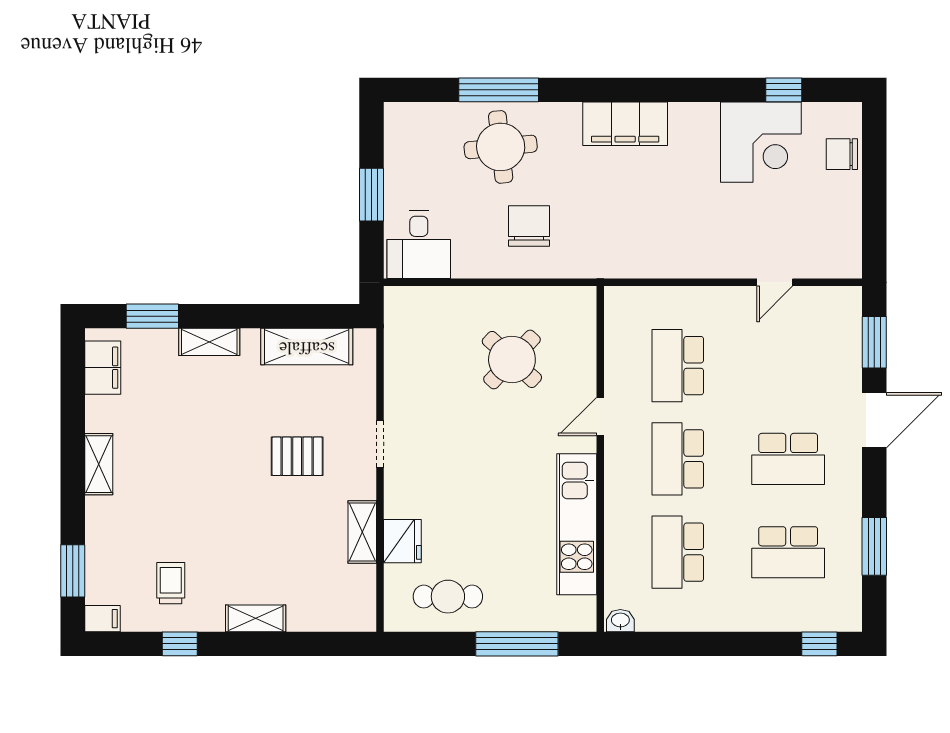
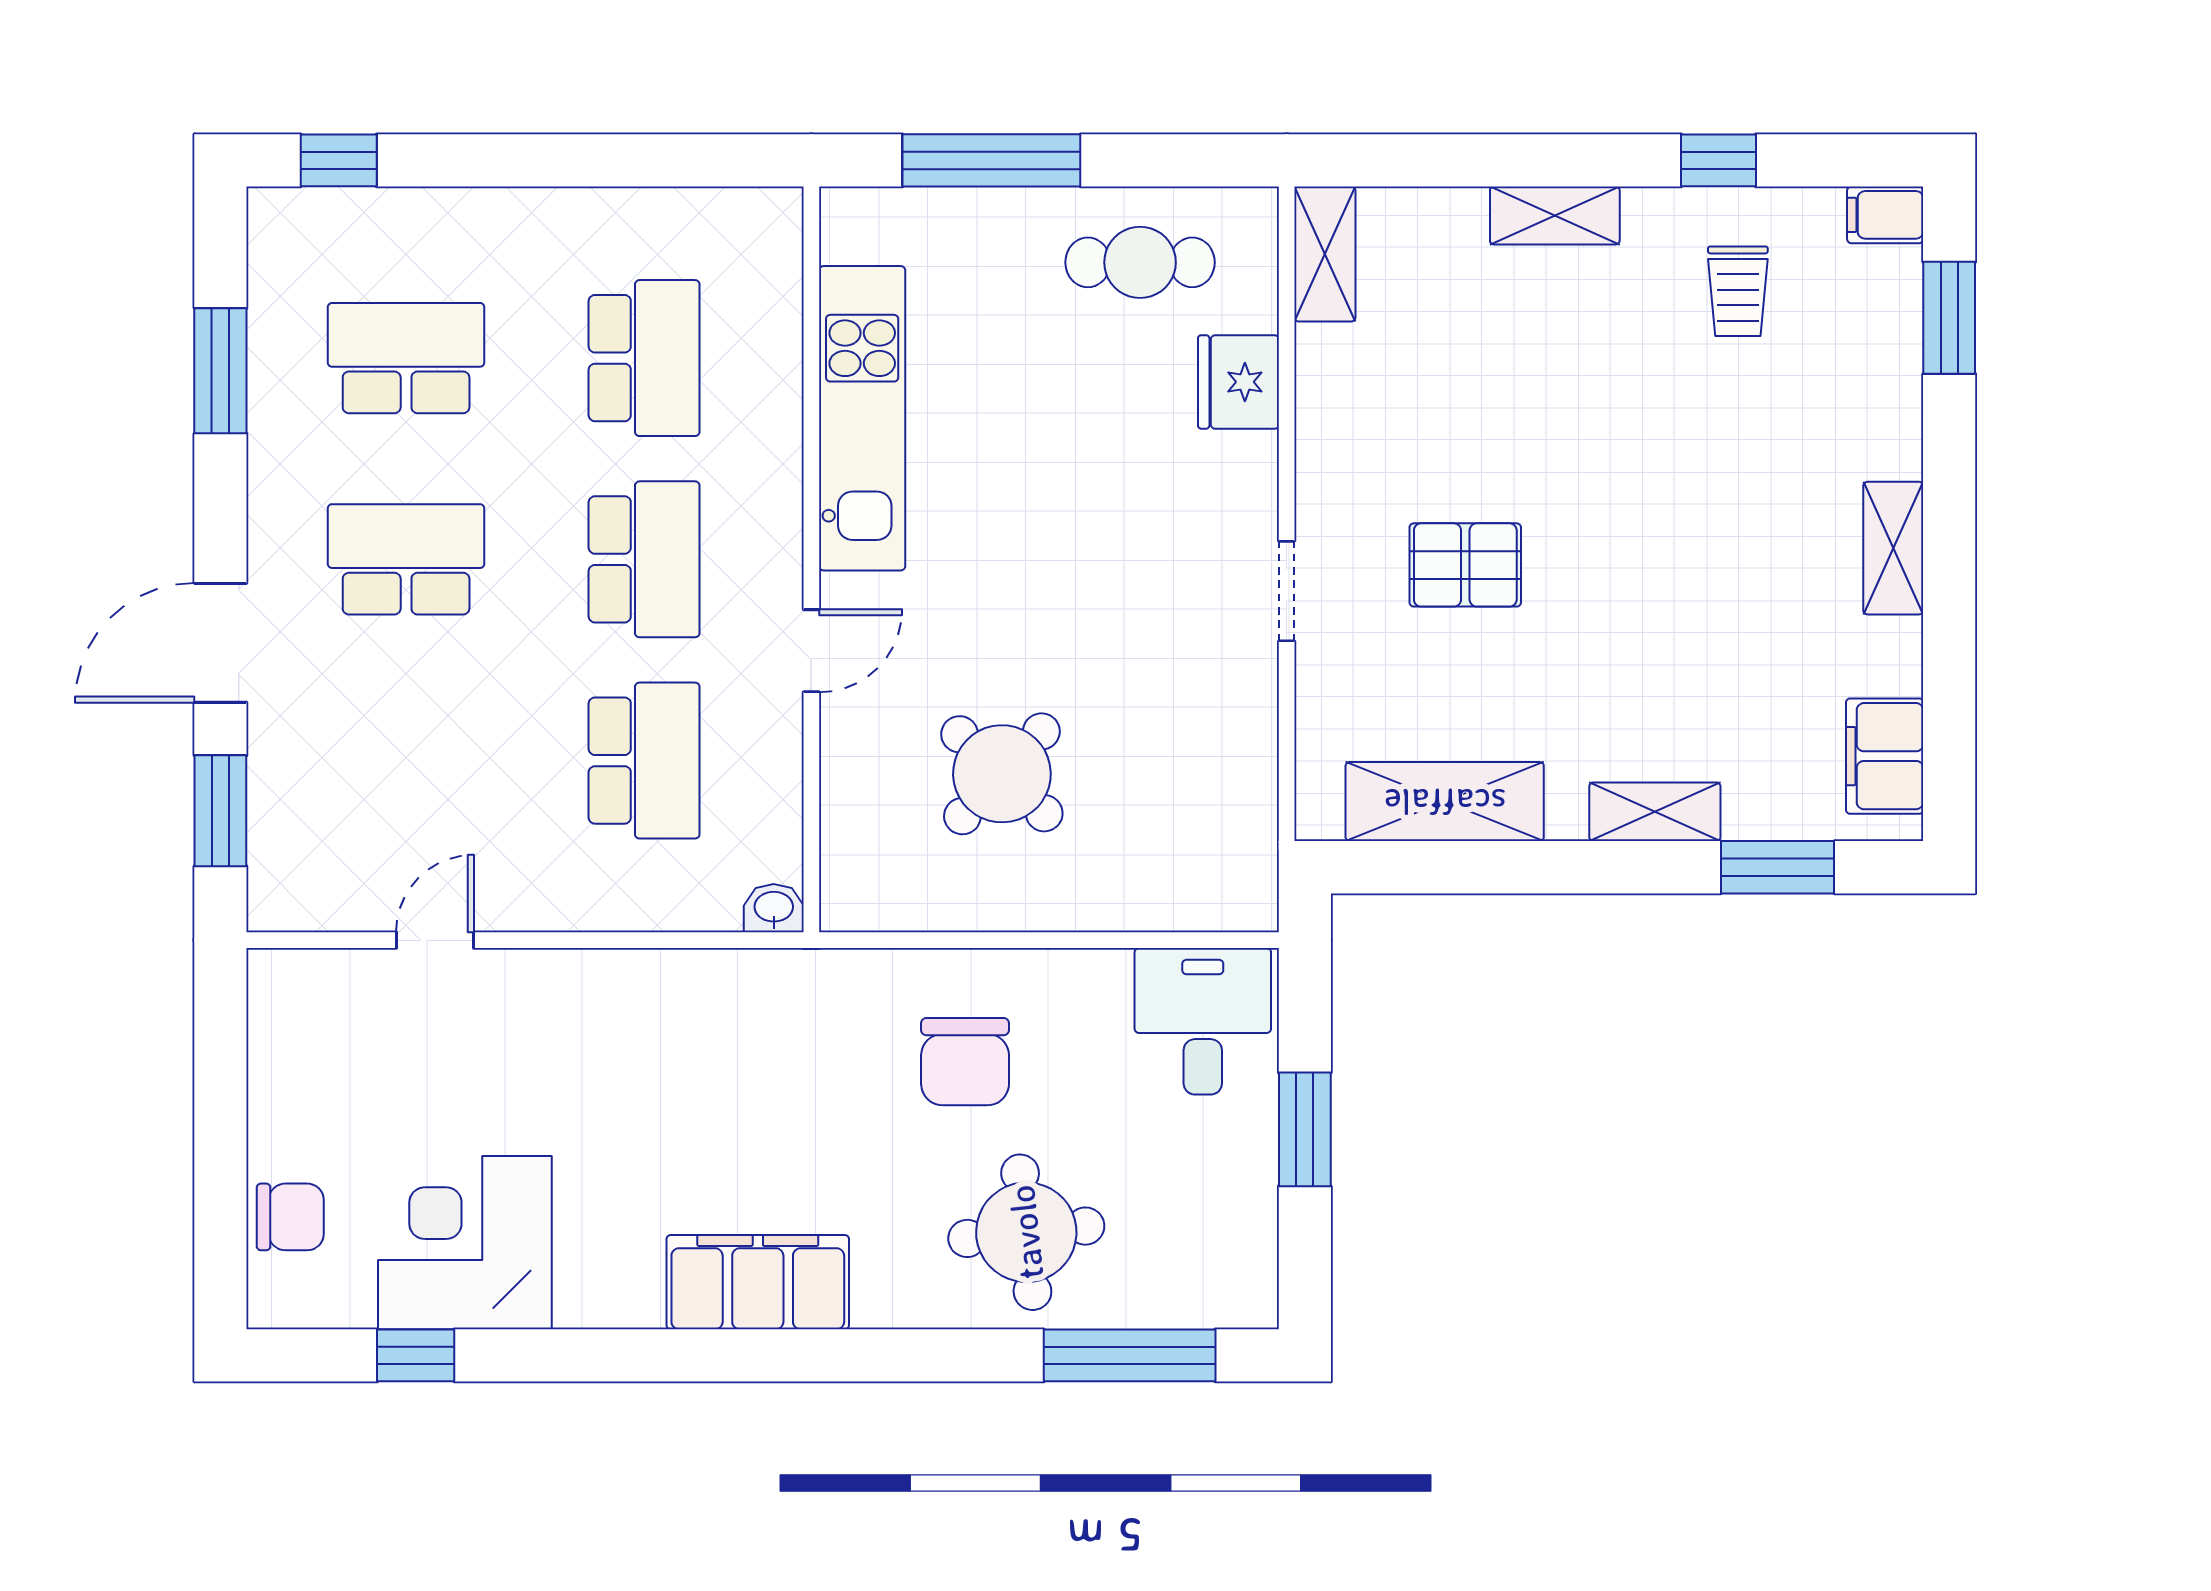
window: (499, 90) -> (1130, 1355), moved
shelving: (362, 532) -> (1325, 254), moved
washbasin: (620, 621) -> (774, 908), moved, turned 180

